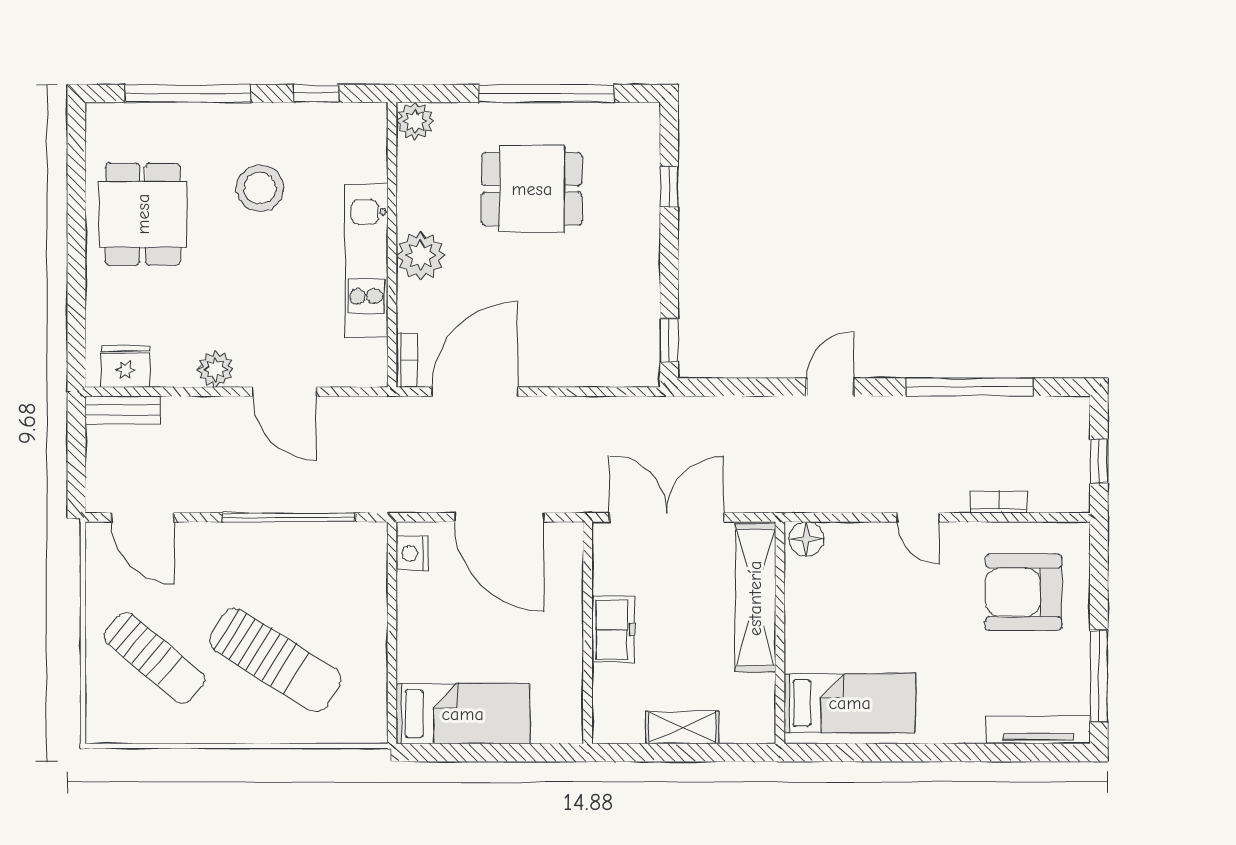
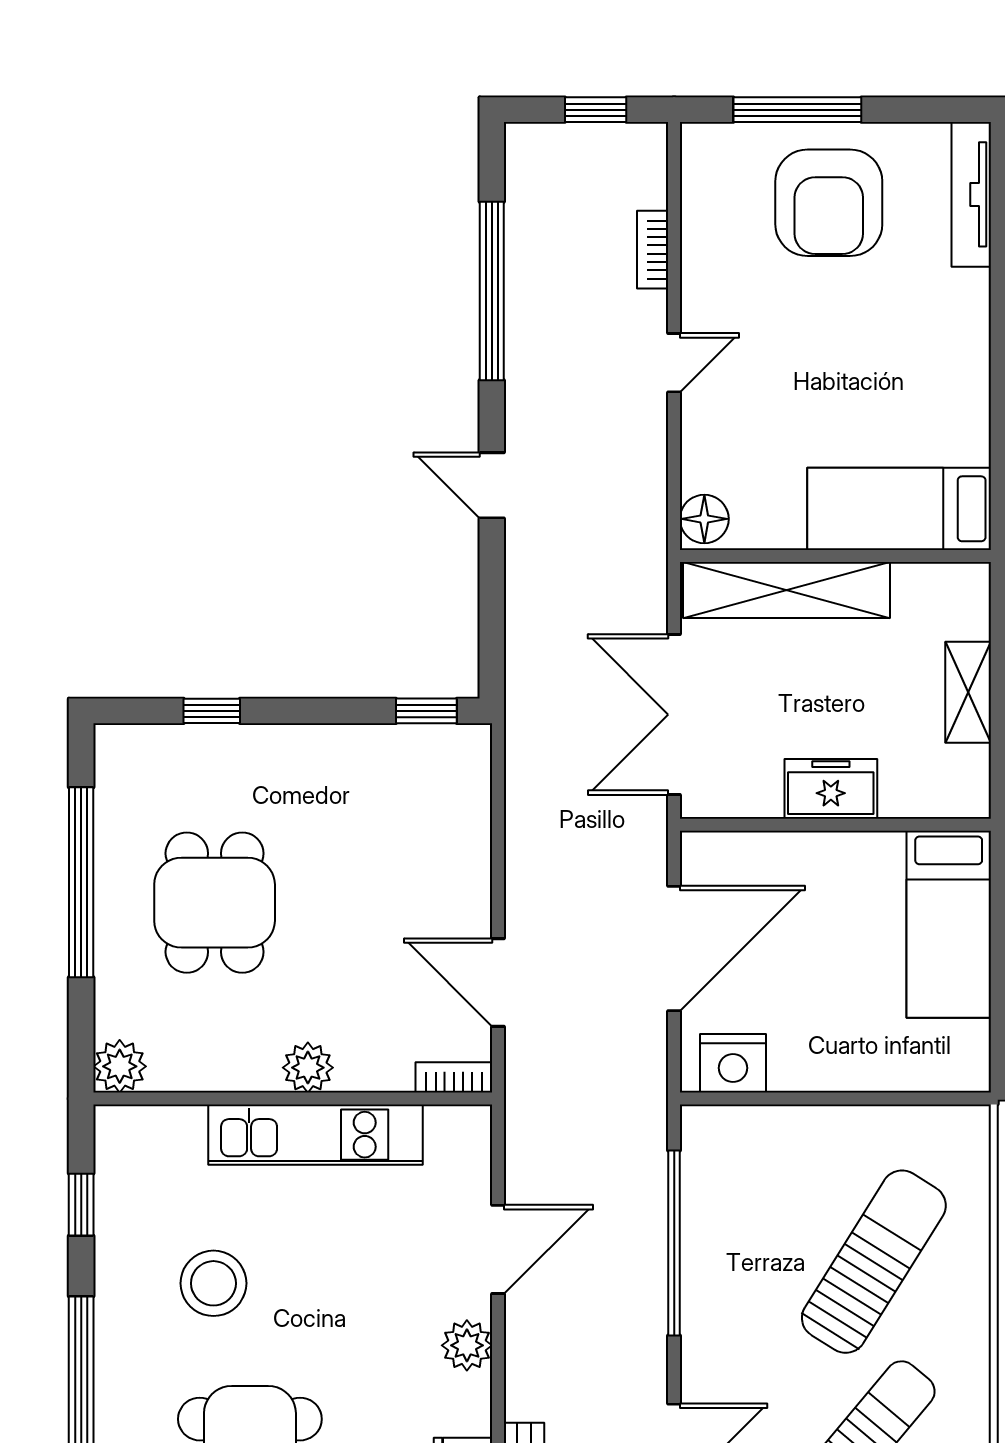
plant: (421, 256) -> (308, 1068), width x0.73, depth x0.73
door: (475, 392) -> (498, 983), width x0.73
nightstand: (412, 553) -> (733, 1063), width x1.36, depth x1.33
armchair: (1024, 592) -> (829, 203), moved
window: (1099, 676) -> (797, 110), moved
bed: (850, 703) -> (899, 509), moved, turned -90
bed: (463, 714) -> (949, 924), moved, turned 180

